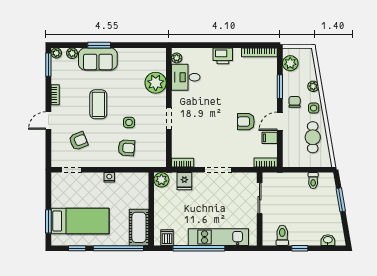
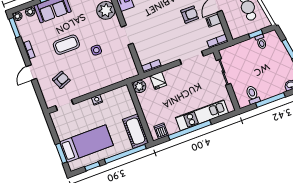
coffee table: (98, 104) -> (66, 45), turned 90
armchair: (246, 122) -> (190, 15), turned 180
armchair: (126, 148) -> (102, 71), removed
doorway: (218, 170) -> (192, 58), moved
window: (310, 170) -> (256, 34), added
window: (300, 248) -> (270, 100), width x2.17

